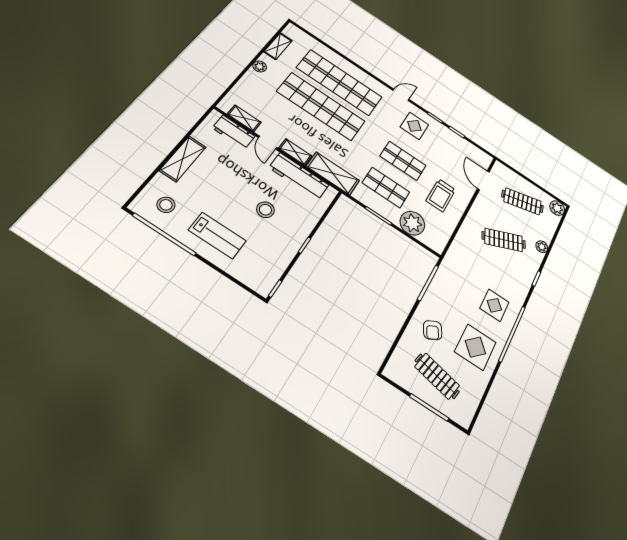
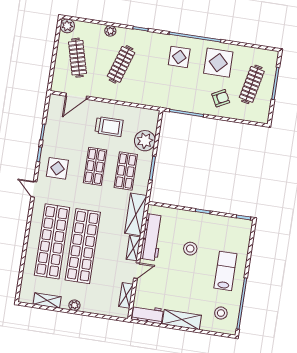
workbench: (234, 132) -> (148, 314), moved, turned -90
clothes rail: (504, 240) -> (121, 64), turned 42

